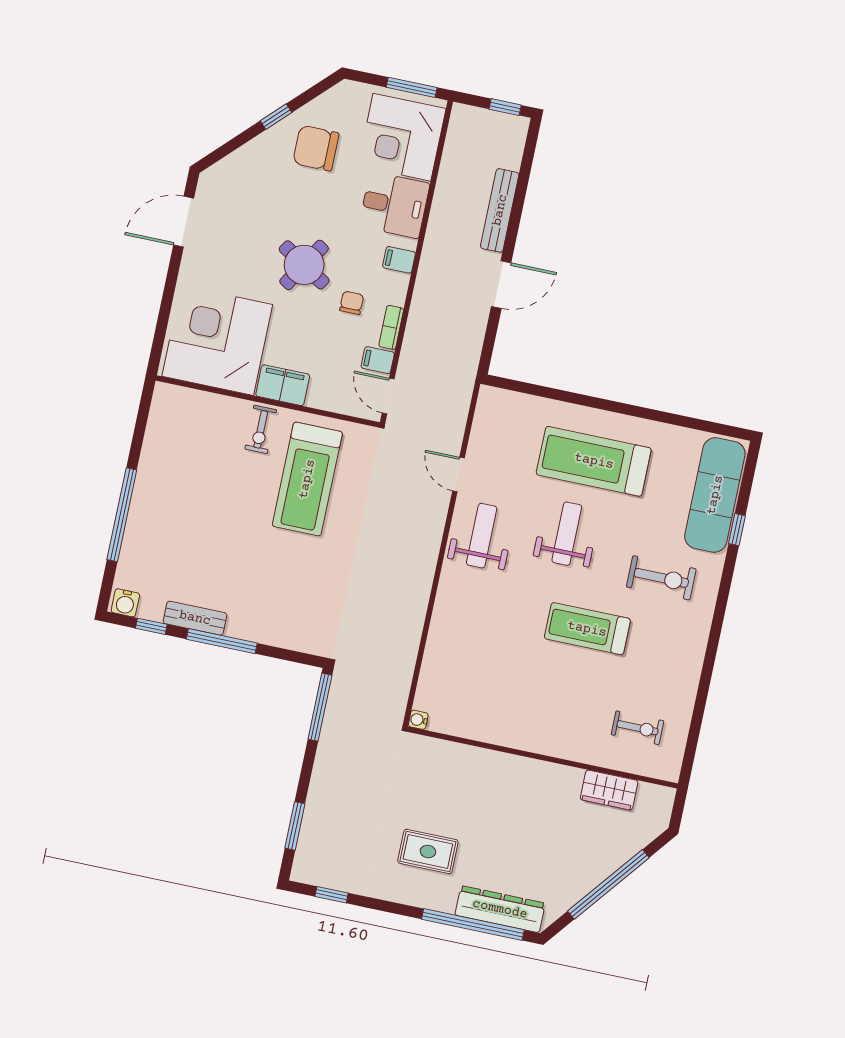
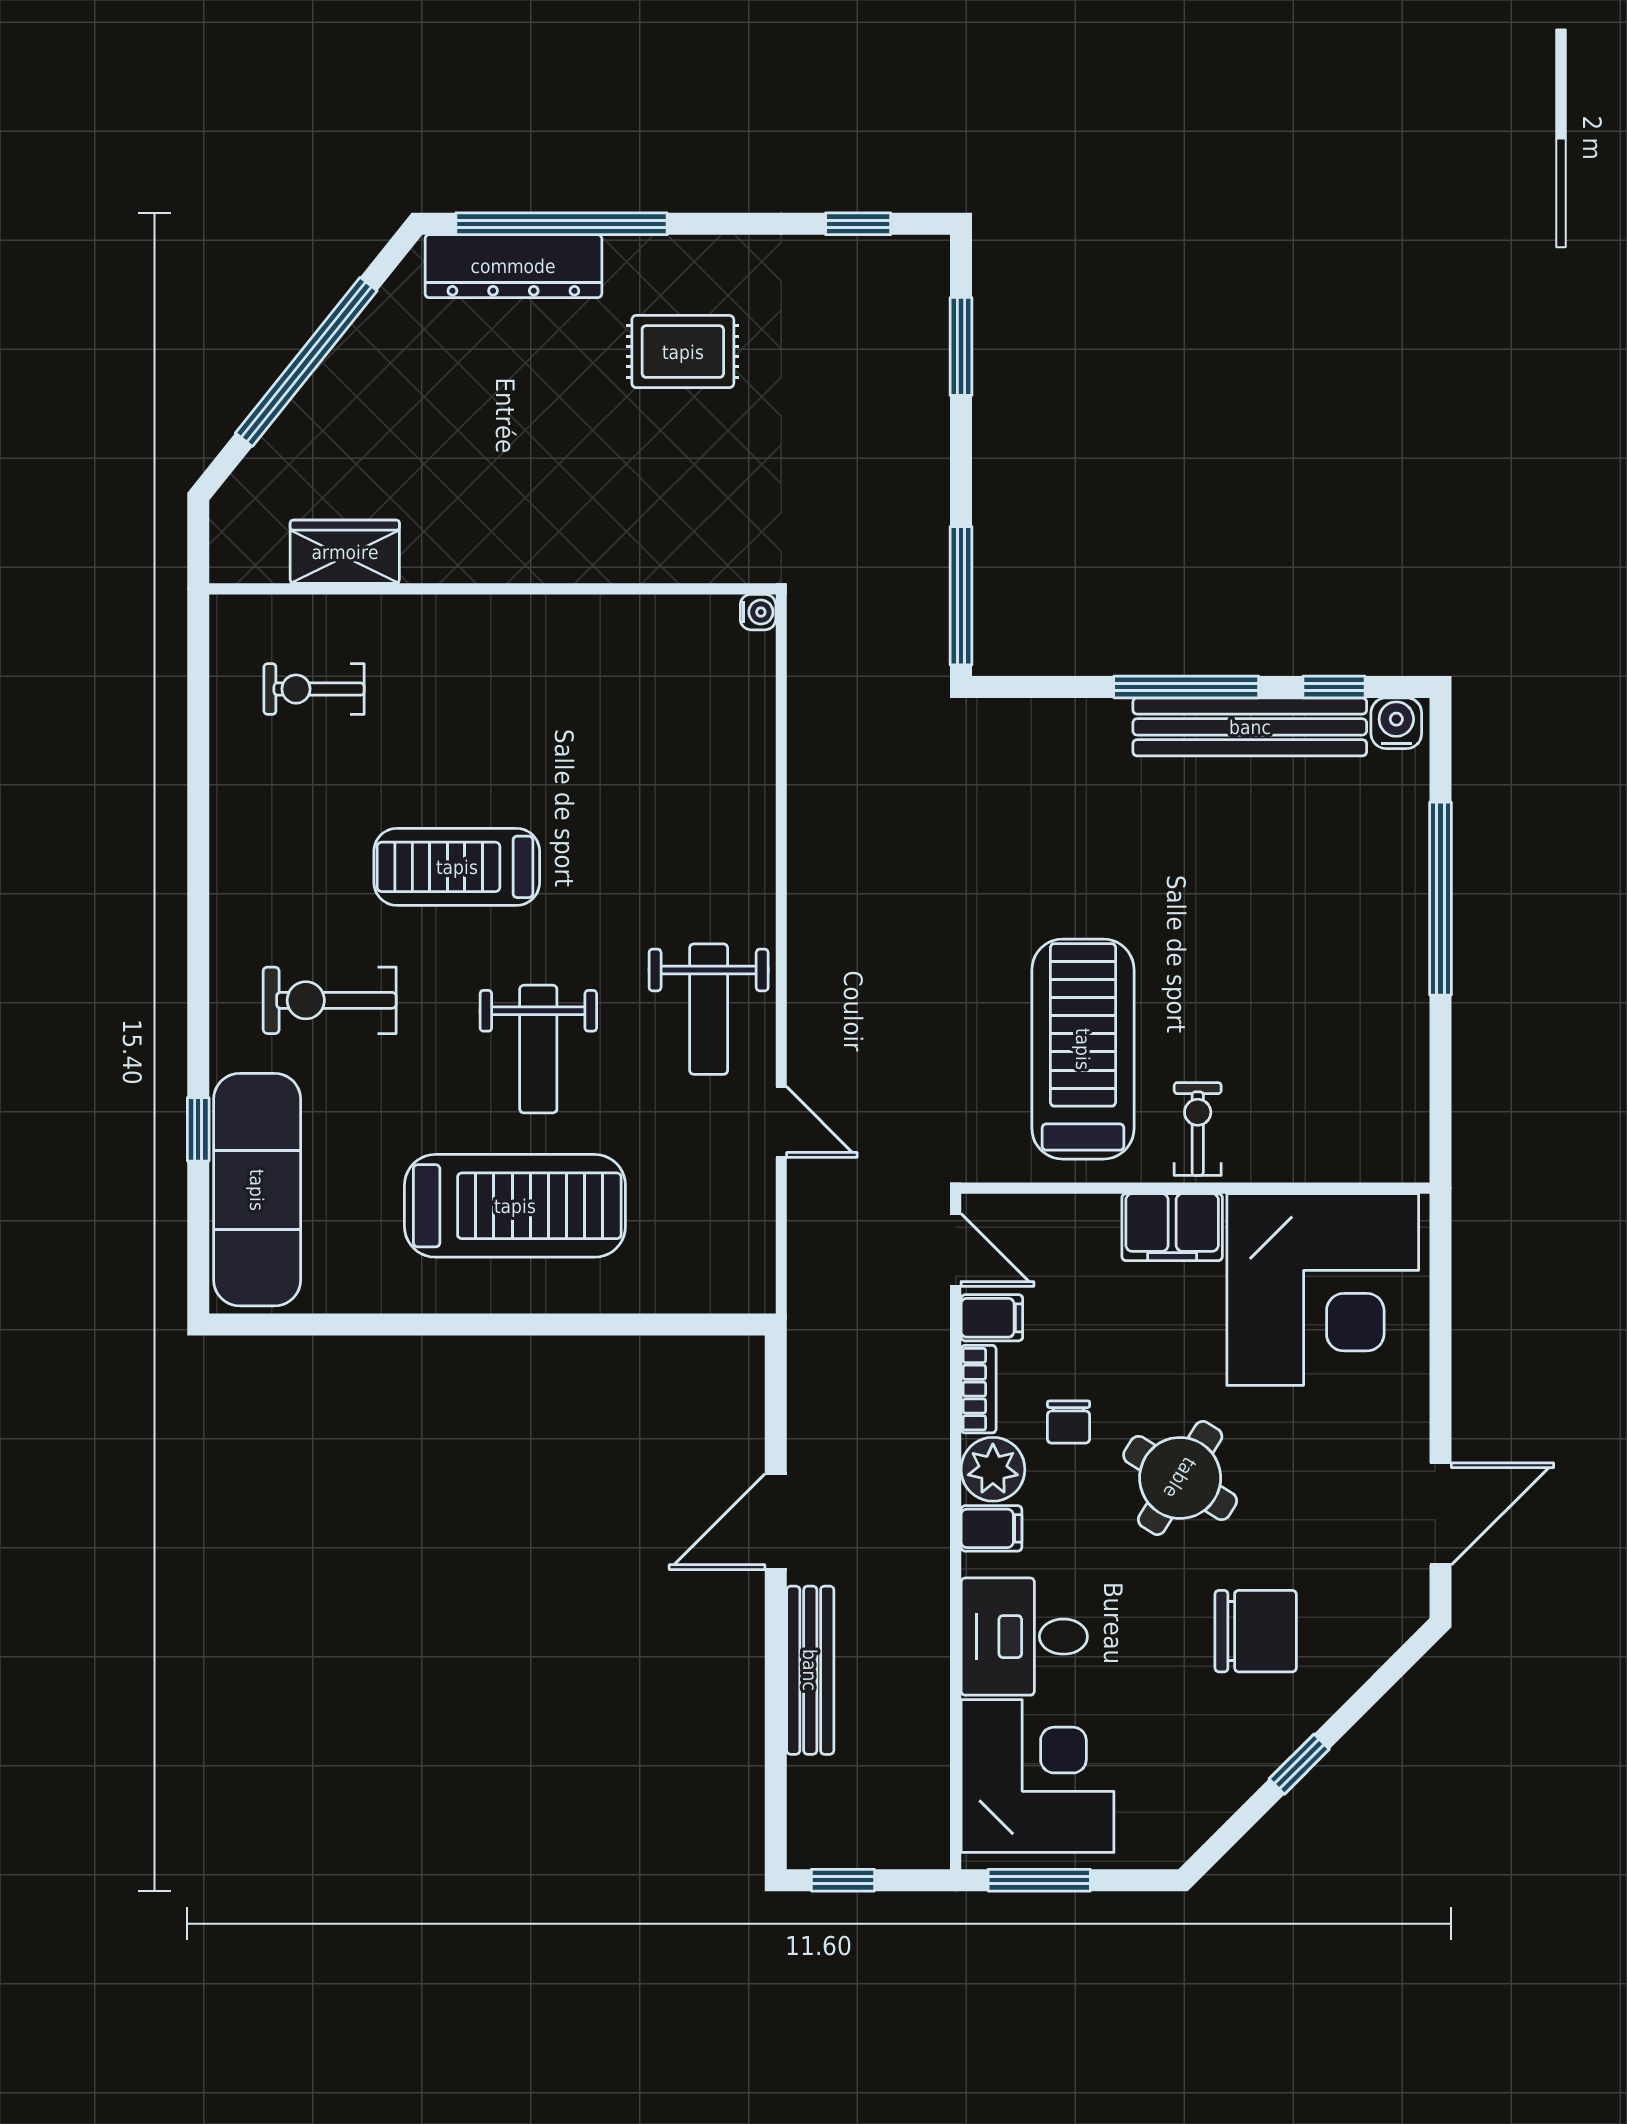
chair: (316, 148) -> (1256, 1631), moved
plant: (392, 288) -> (993, 1469), added
bench: (195, 618) -> (1250, 727), width x1.86, depth x1.21
treadmill: (587, 629) -> (457, 867), turned 180

